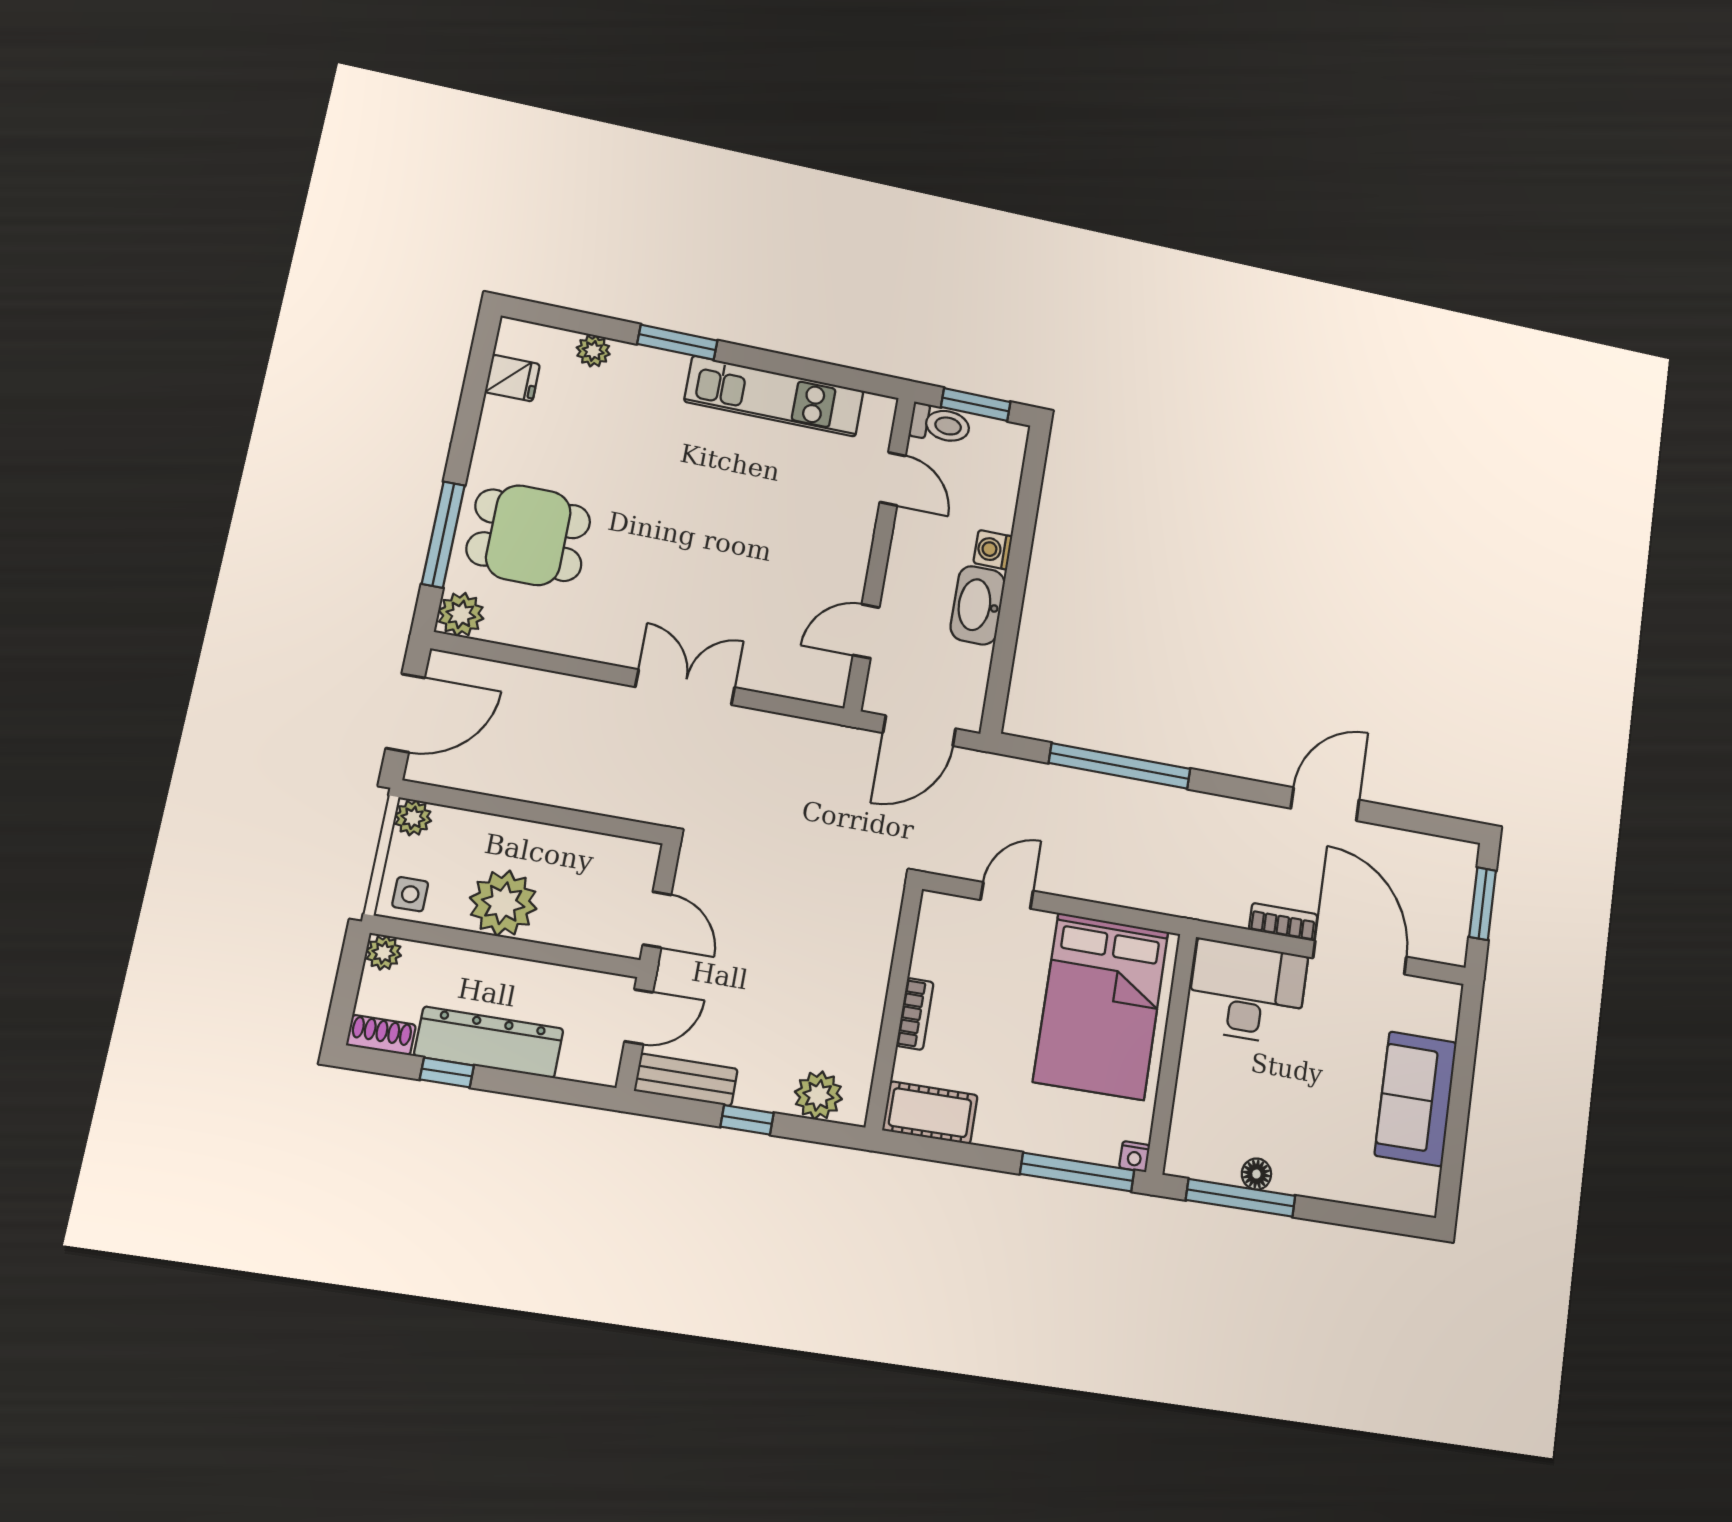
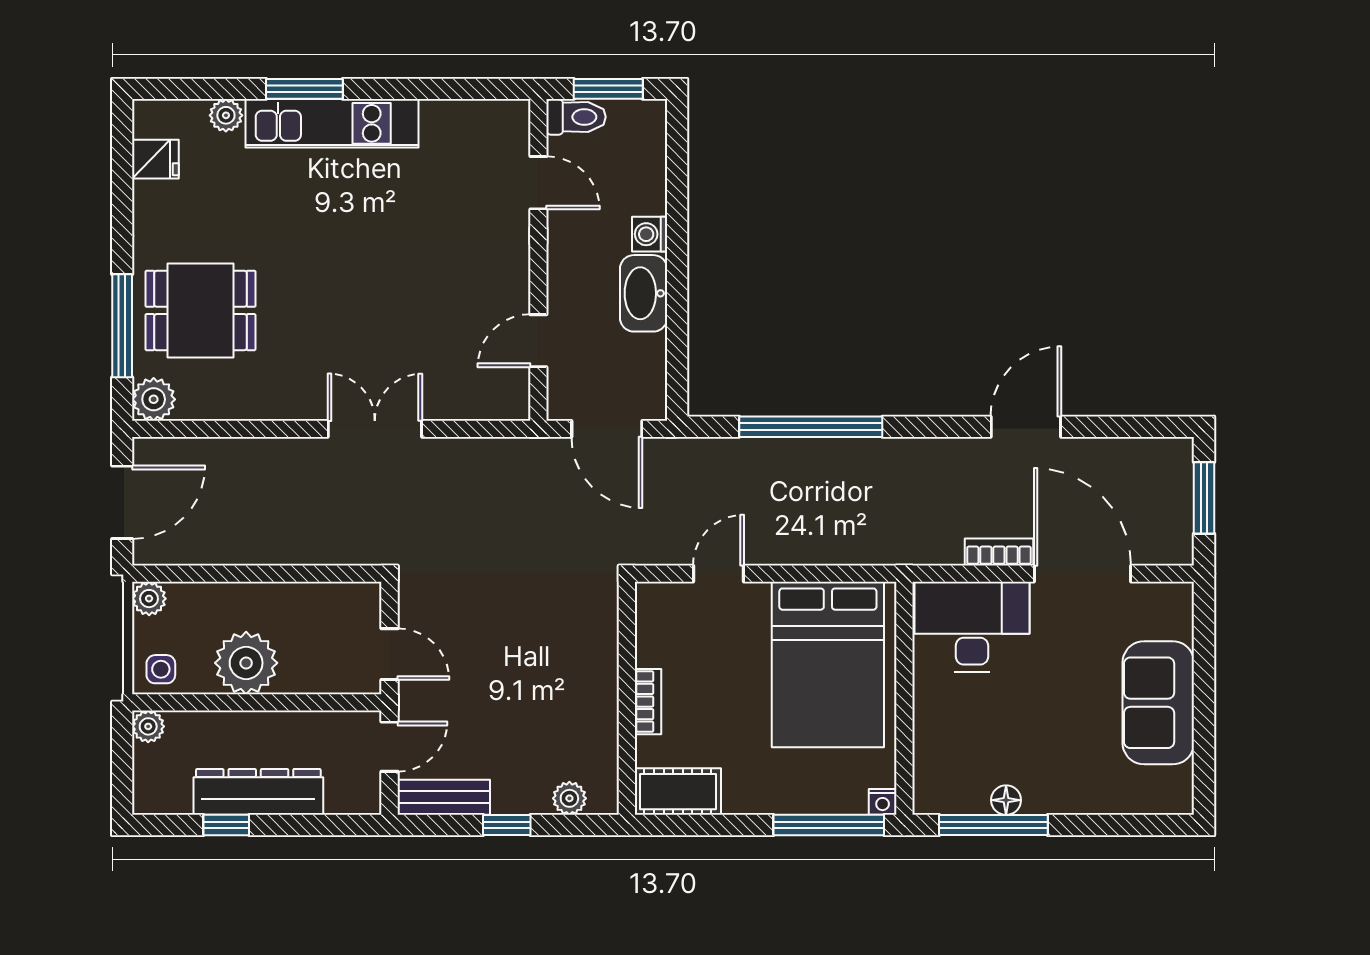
kitchen unit: (774, 396) -> (332, 123), moved
door: (919, 731) -> (607, 429), hinge flipped
shoe rack: (381, 1035) -> (161, 801), removed
plant: (818, 1095) -> (569, 798), width x0.73, depth x0.73

